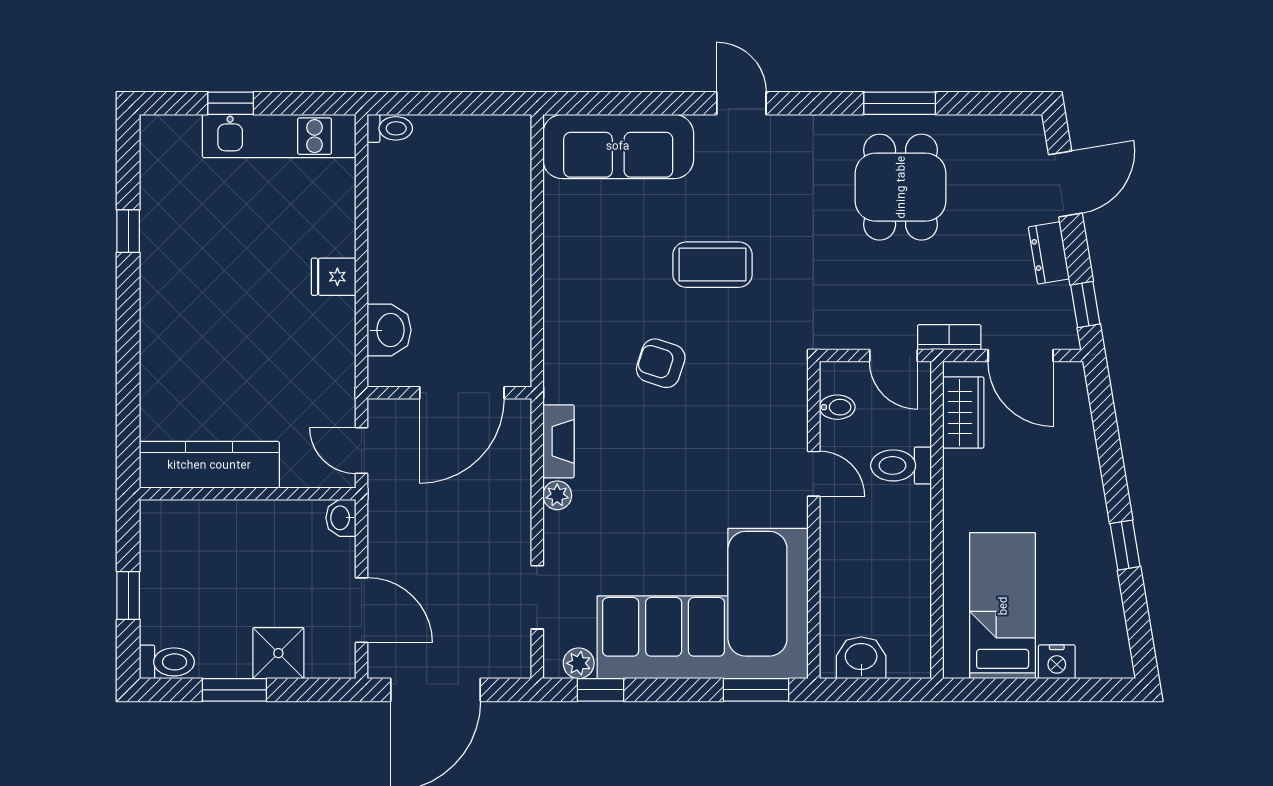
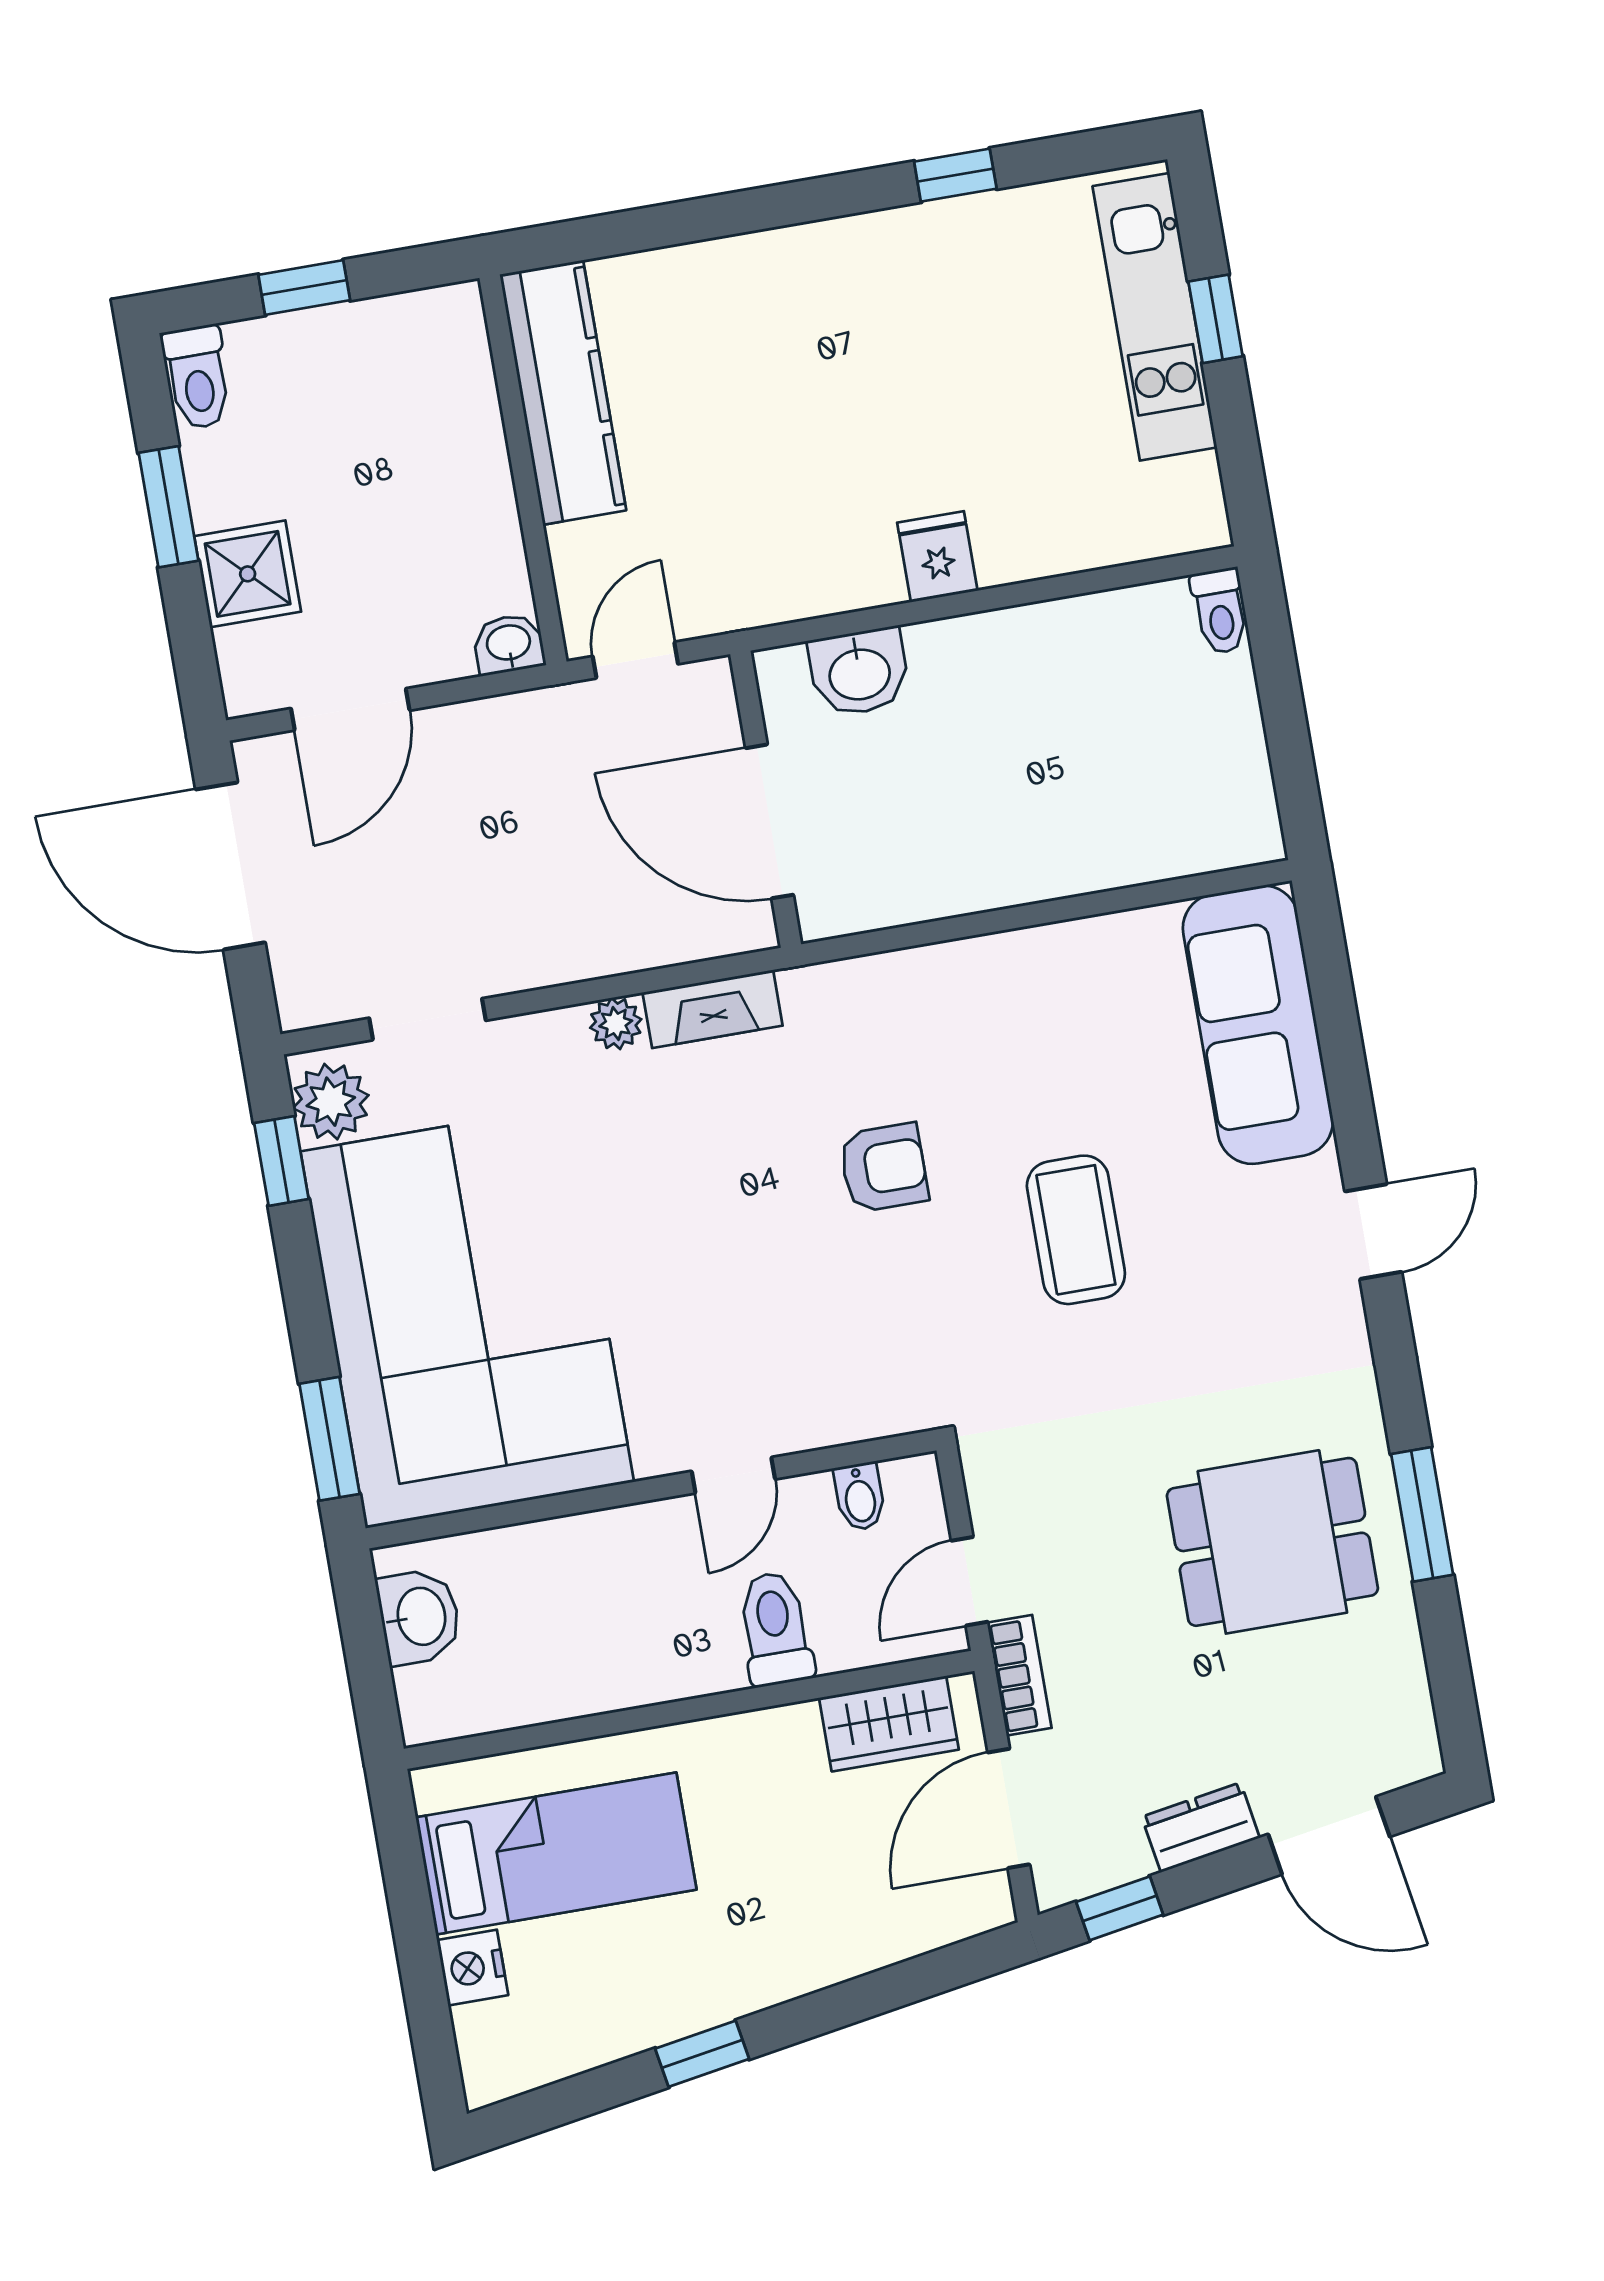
kitchen unit: (279, 136) -> (1155, 317), moved
armchair: (661, 363) -> (884, 1168), turned 72
plant: (579, 663) -> (331, 1102), width x1.38, depth x1.38

